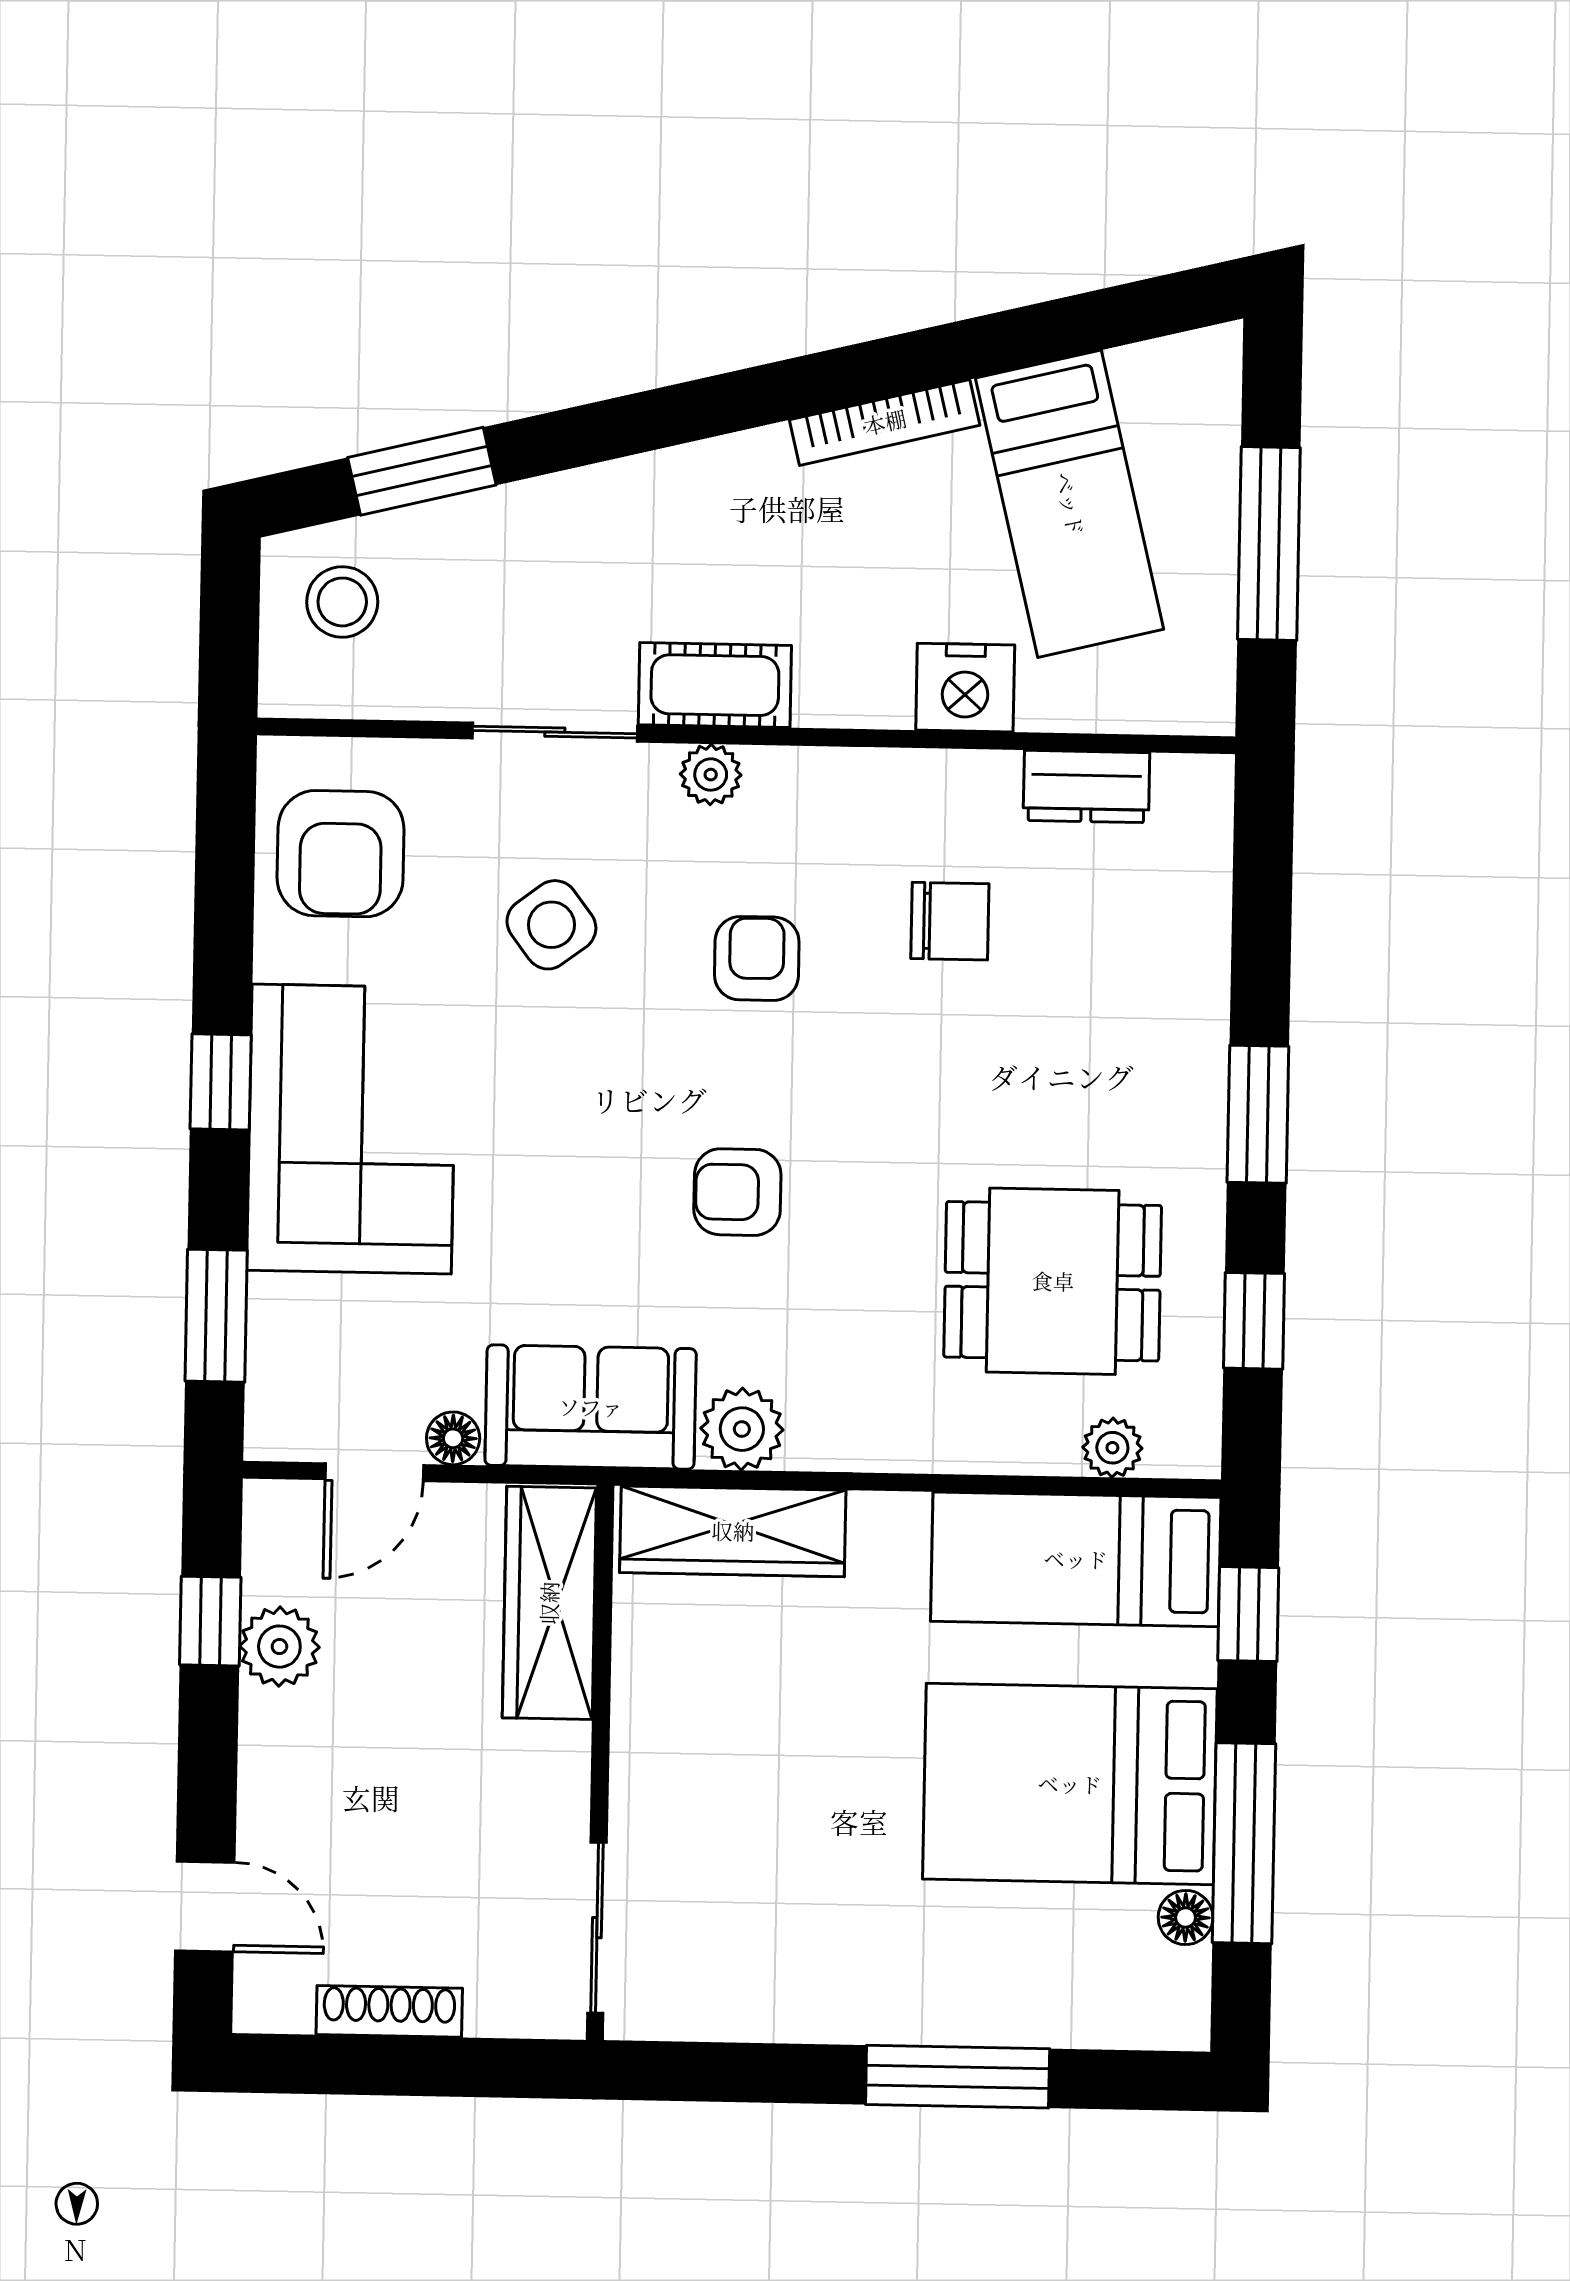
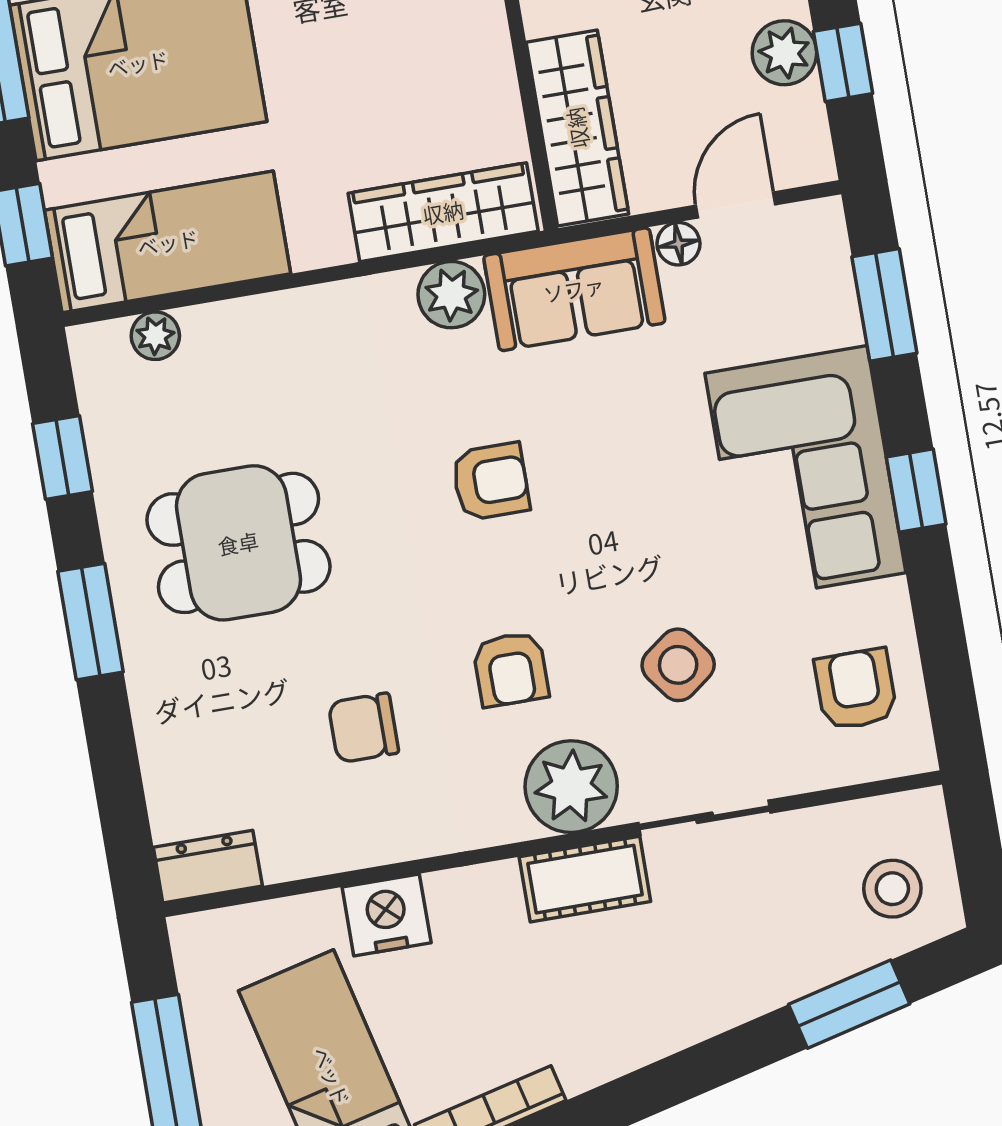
plant: (711, 775) -> (571, 787), width x1.87, depth x1.87
dresser: (1086, 786) -> (208, 867), moved
armchair: (341, 854) -> (856, 689), width x0.72, depth x0.72
dining table: (1053, 1281) -> (238, 543), moved

